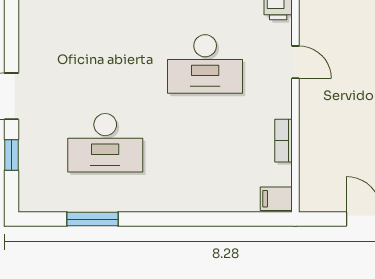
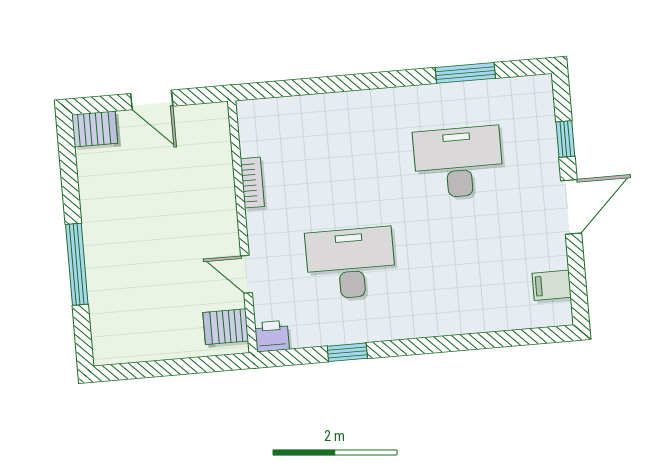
server rack: (317, 19) -> (226, 327), added
filing cabinet: (276, 199) -> (552, 285), moved, turned 180

